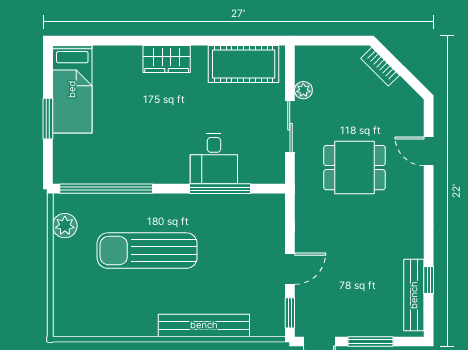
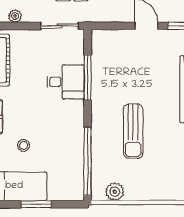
stool: (128, 102) -> (24, 145), added
sliding door: (290, 127) -> (60, 26), moved
sun lounger: (147, 251) -> (133, 131), width x0.73, depth x0.75

